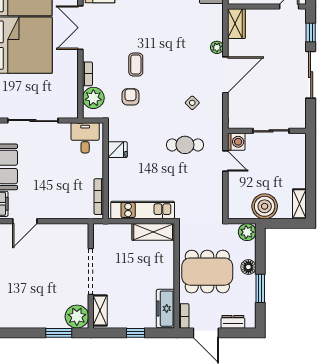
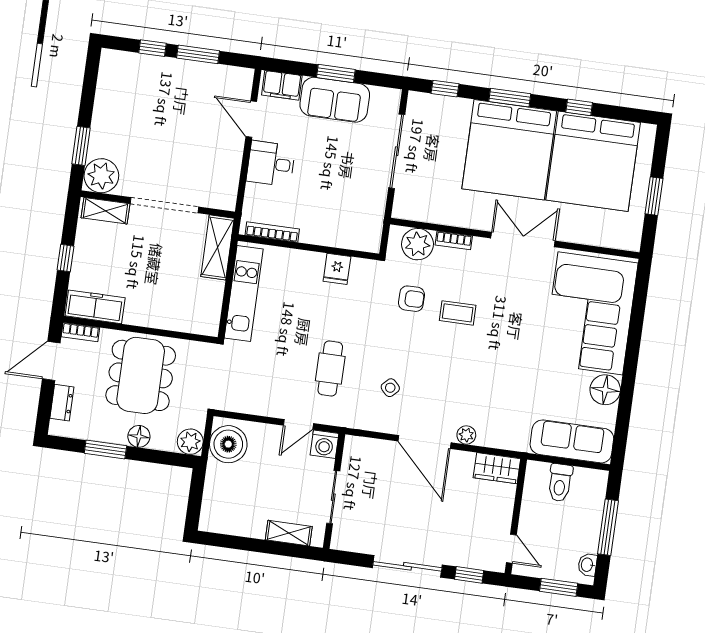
desk: (85, 138) -> (271, 164), moved, turned 180
shelving: (299, 204) -> (289, 533), moved
boiler: (265, 206) -> (228, 444), moved
shelving: (153, 232) -> (218, 247), moved

